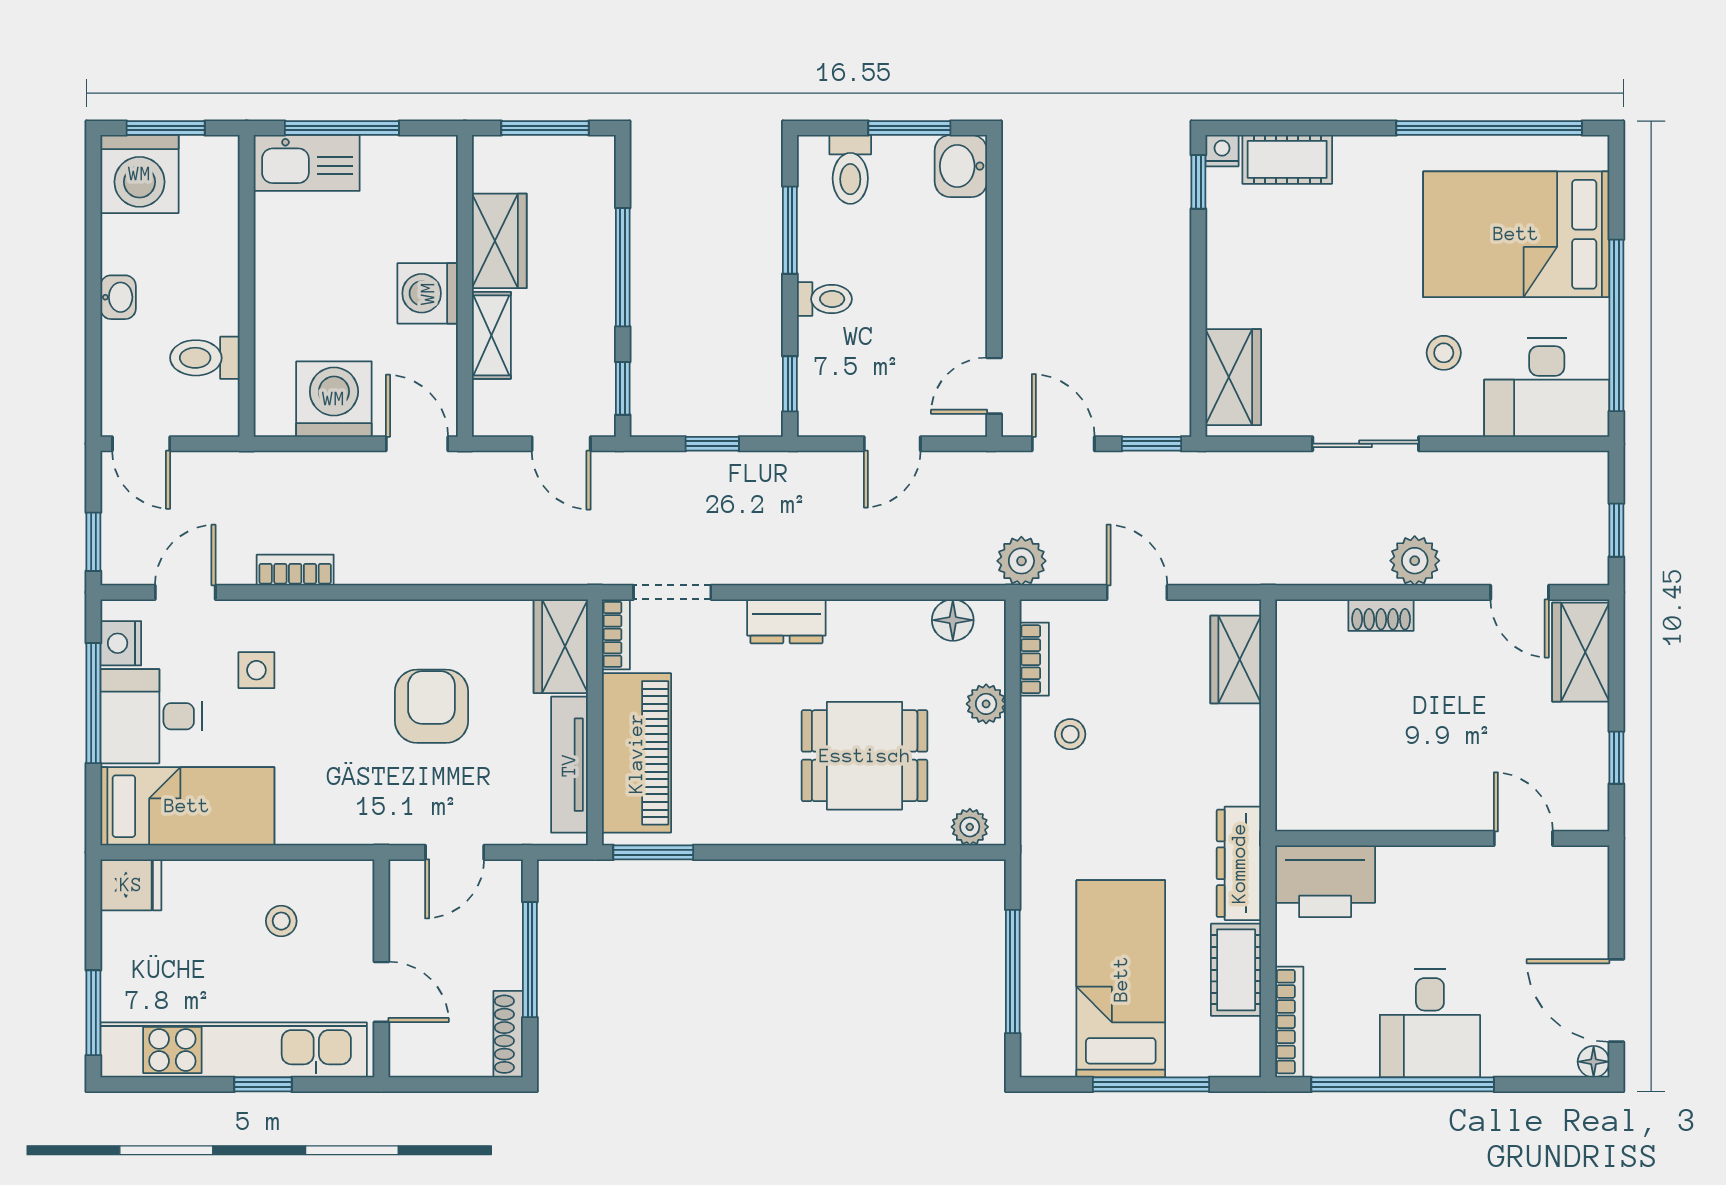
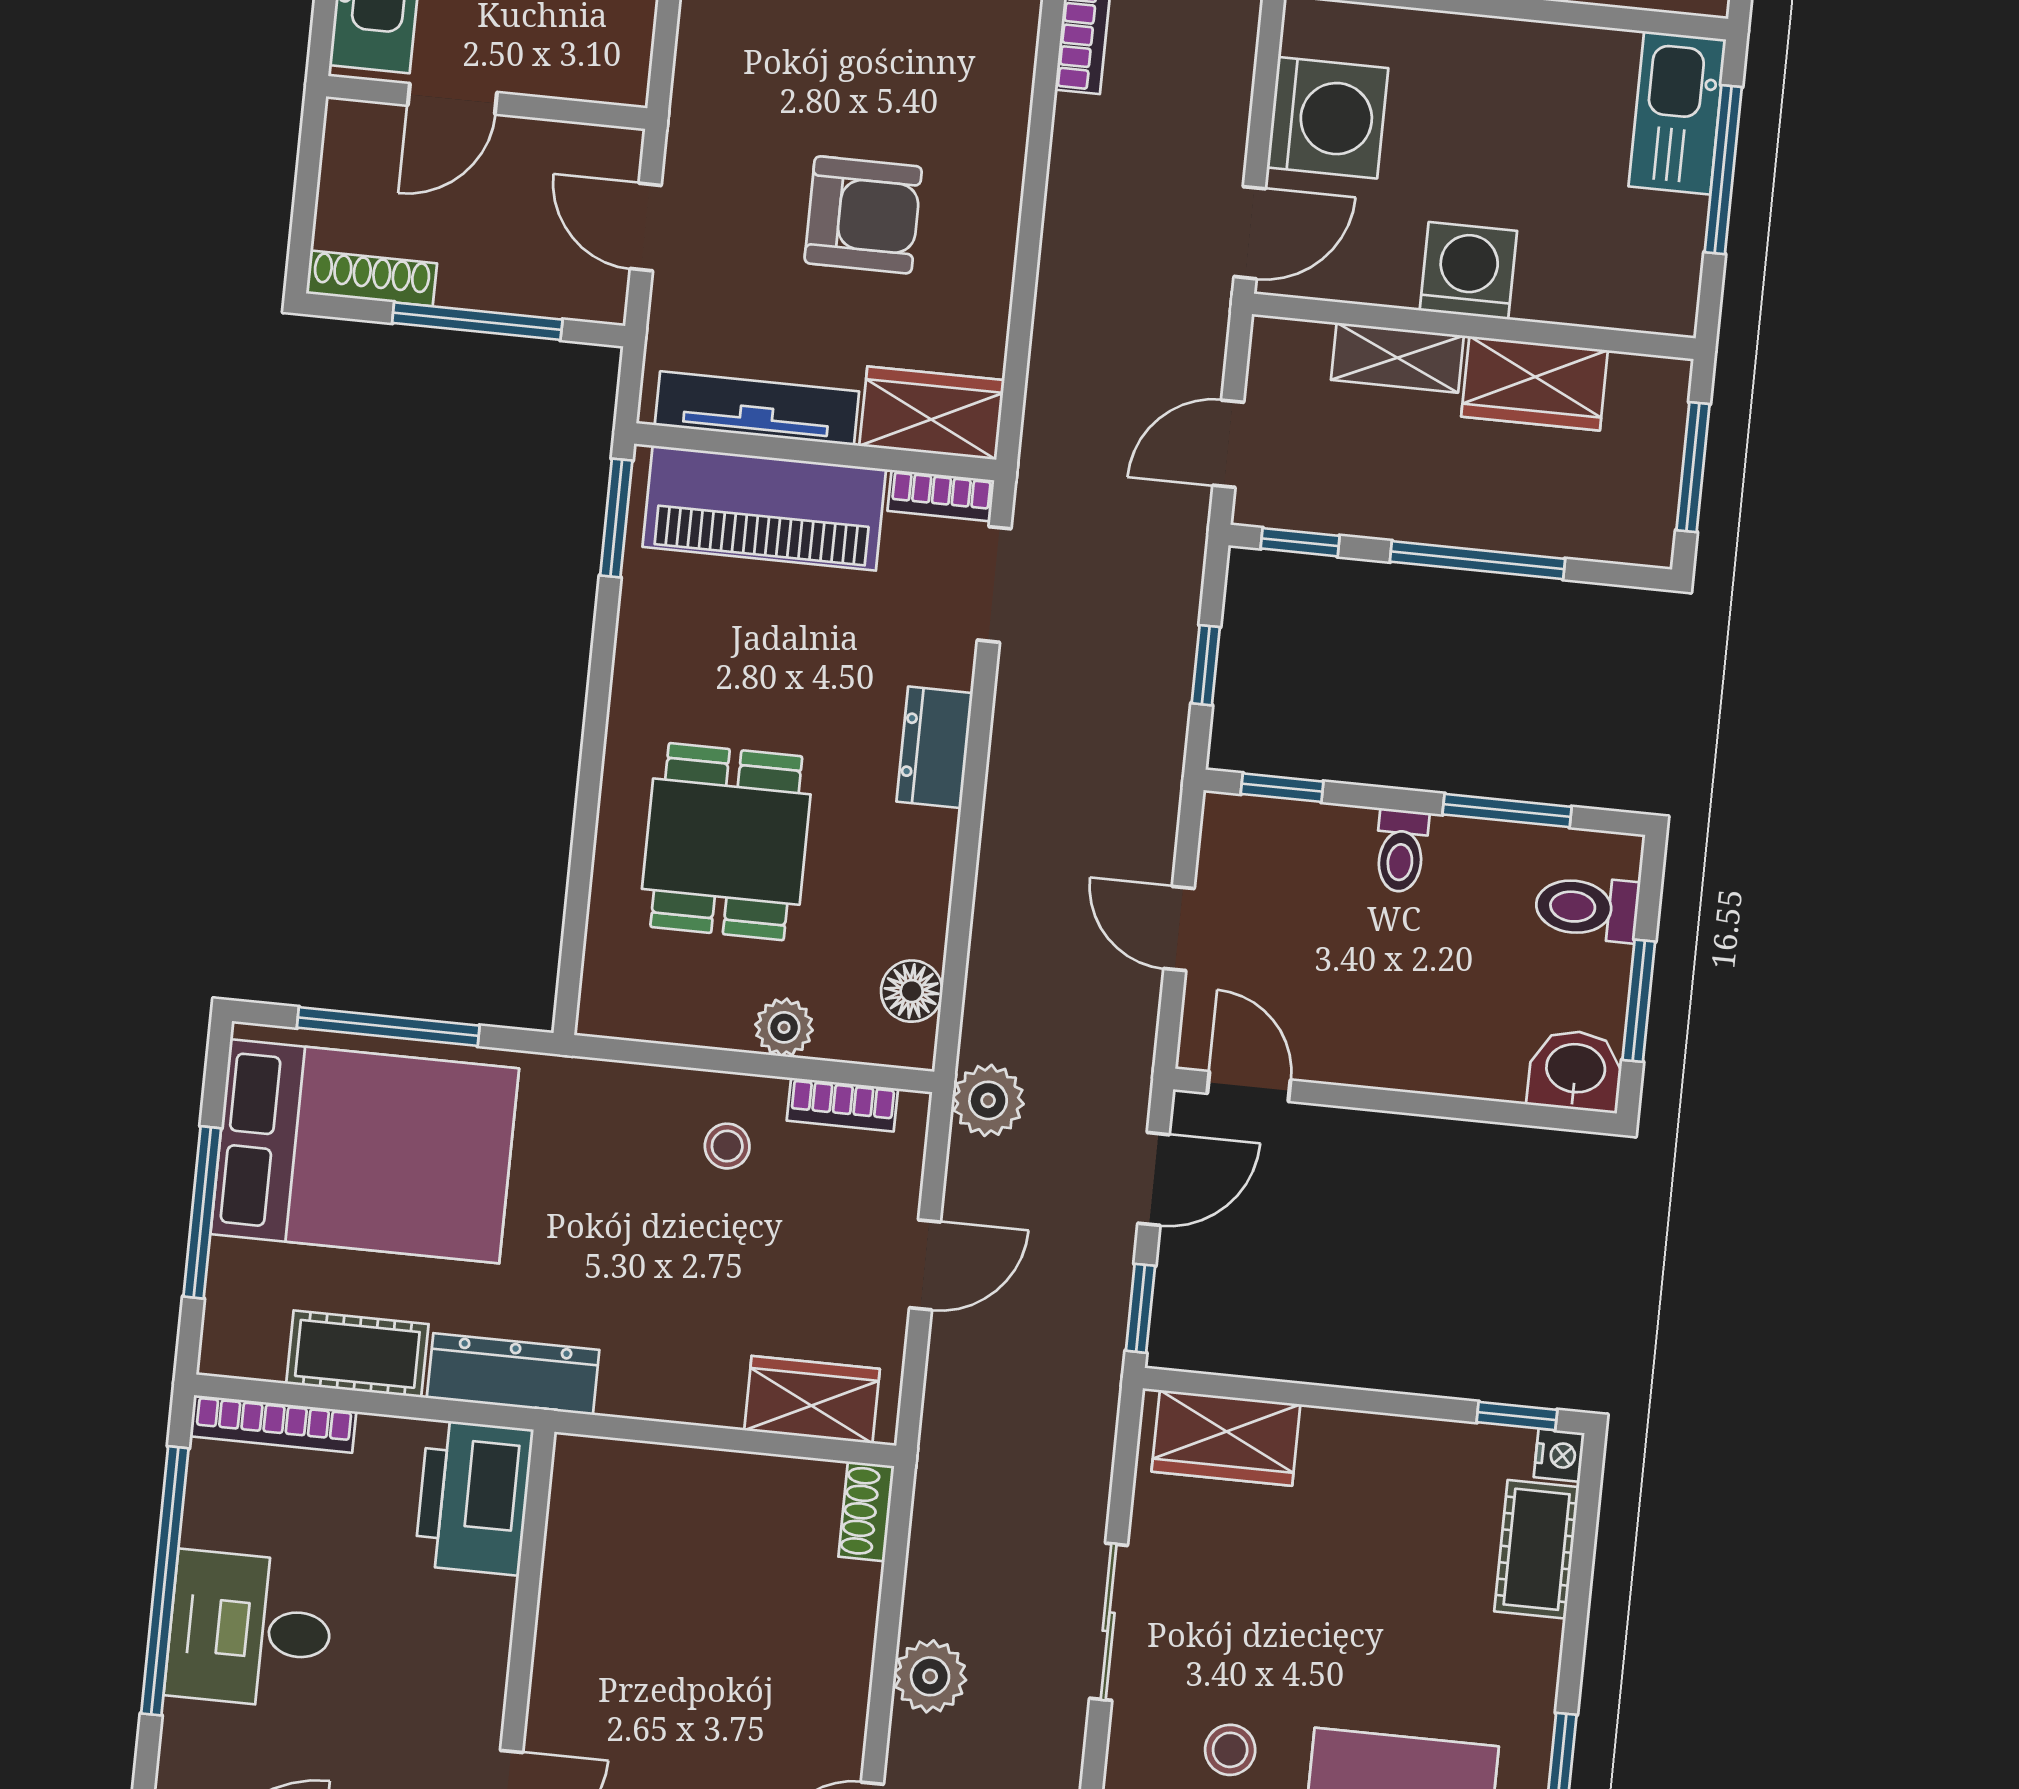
shoe rack: (1381, 615) -> (866, 1511), moved
plant: (970, 827) -> (606, 985), removed
bed: (1121, 979) -> (365, 1151), width x1.50

